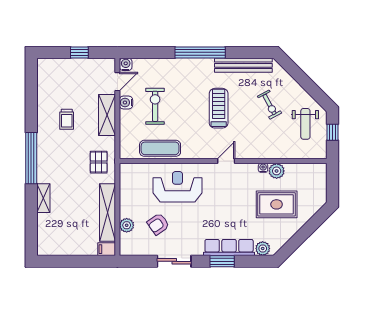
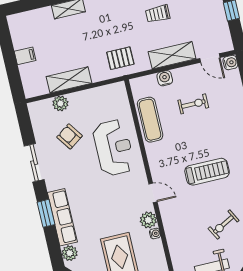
water cooler: (126, 102) -> (165, 78), moved
exercise bike: (155, 106) -> (193, 104), width x0.73, depth x0.72
plant: (277, 171) -> (148, 220), moved
shelving: (107, 213) -> (69, 80), width x0.68
filing cabinet: (107, 249) -> (25, 56), moved, turned 90

